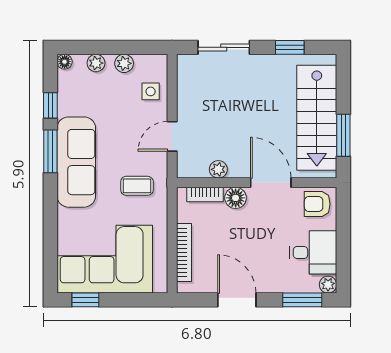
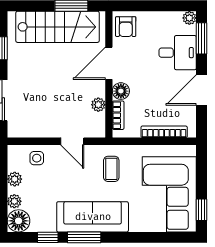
floor lamp: (65, 62) -> (19, 221), width x1.89, depth x1.89
desk: (313, 252) -> (178, 53), moved, turned 90

